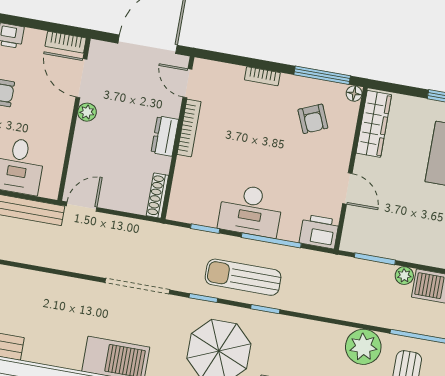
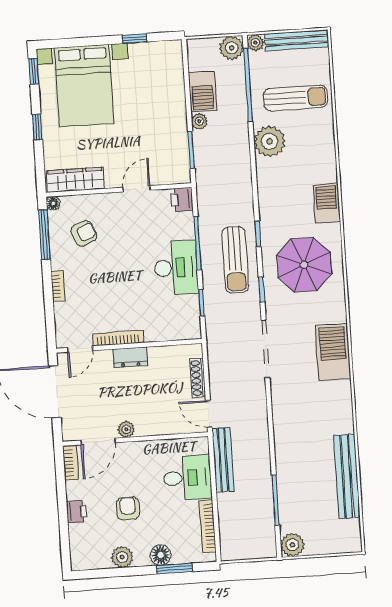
shoe rack: (157, 196) -> (198, 378), moved, turned 90
printer: (319, 232) -> (182, 199), width x0.73, depth x0.81

